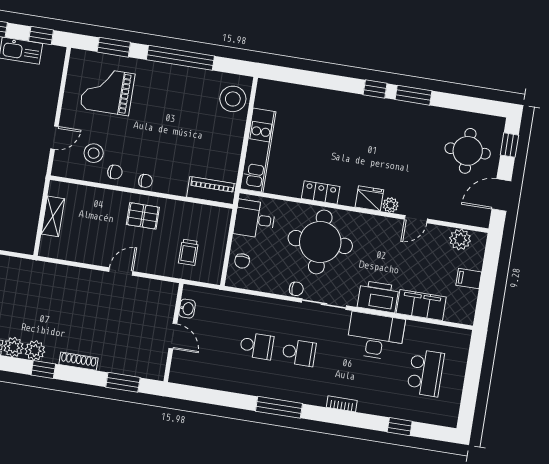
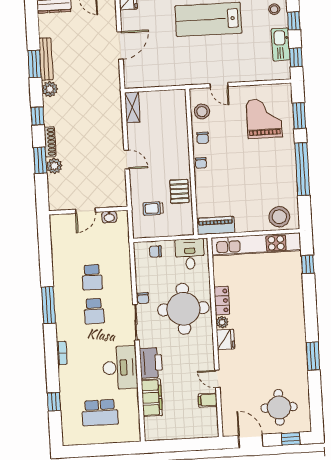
window: (375, 89) -> (308, 264), moved
kitchen unit: (258, 150) -> (256, 244), width x1.36
stool: (94, 153) -> (202, 112), moved
piano: (212, 190) -> (216, 225), moved, turned -90
plant: (391, 205) -> (222, 322), moved
shelving: (53, 216) -> (132, 107), moved, turned 90
pallet: (143, 216) -> (179, 191), moved
plant: (460, 239) -> (209, 417), removed
filing cabinet: (469, 279) -> (208, 400), moved, turned -90
plant: (35, 350) -> (54, 166), moved
window: (123, 382) -> (40, 160), moved

